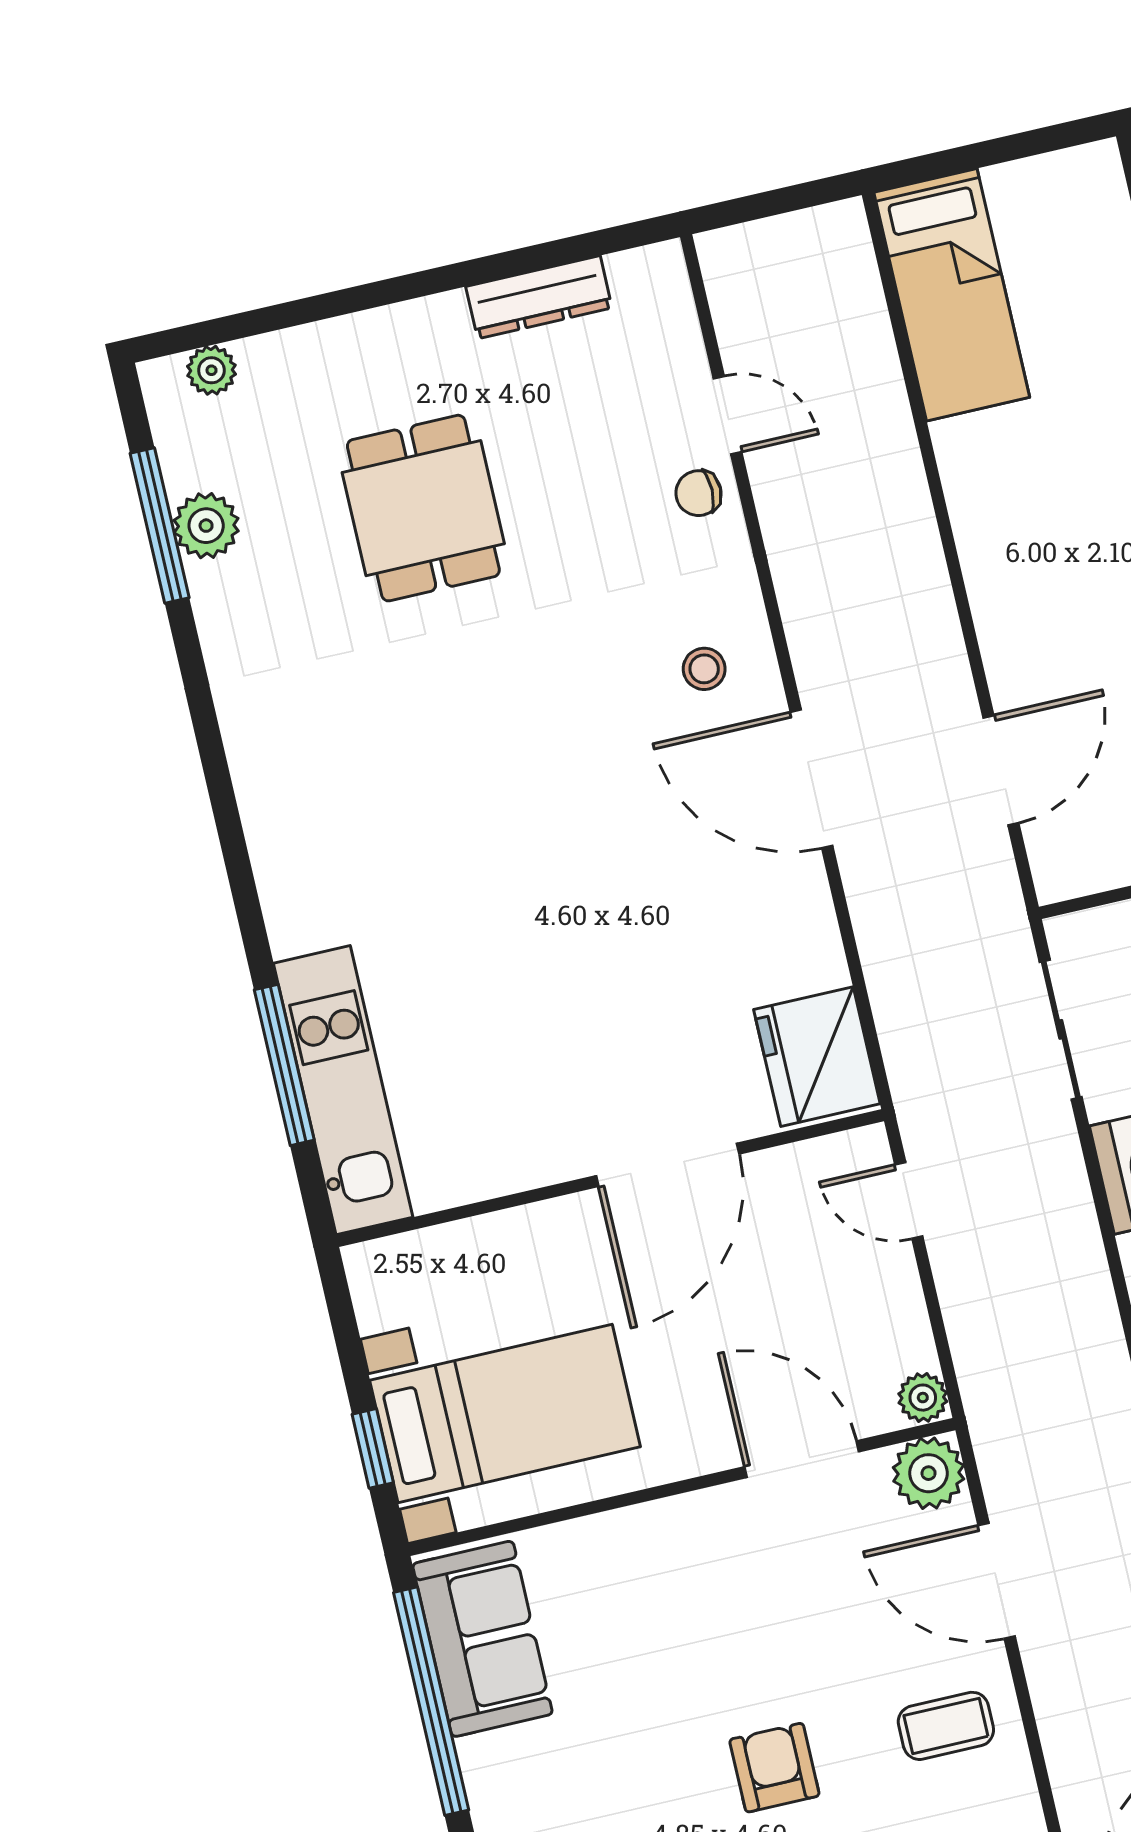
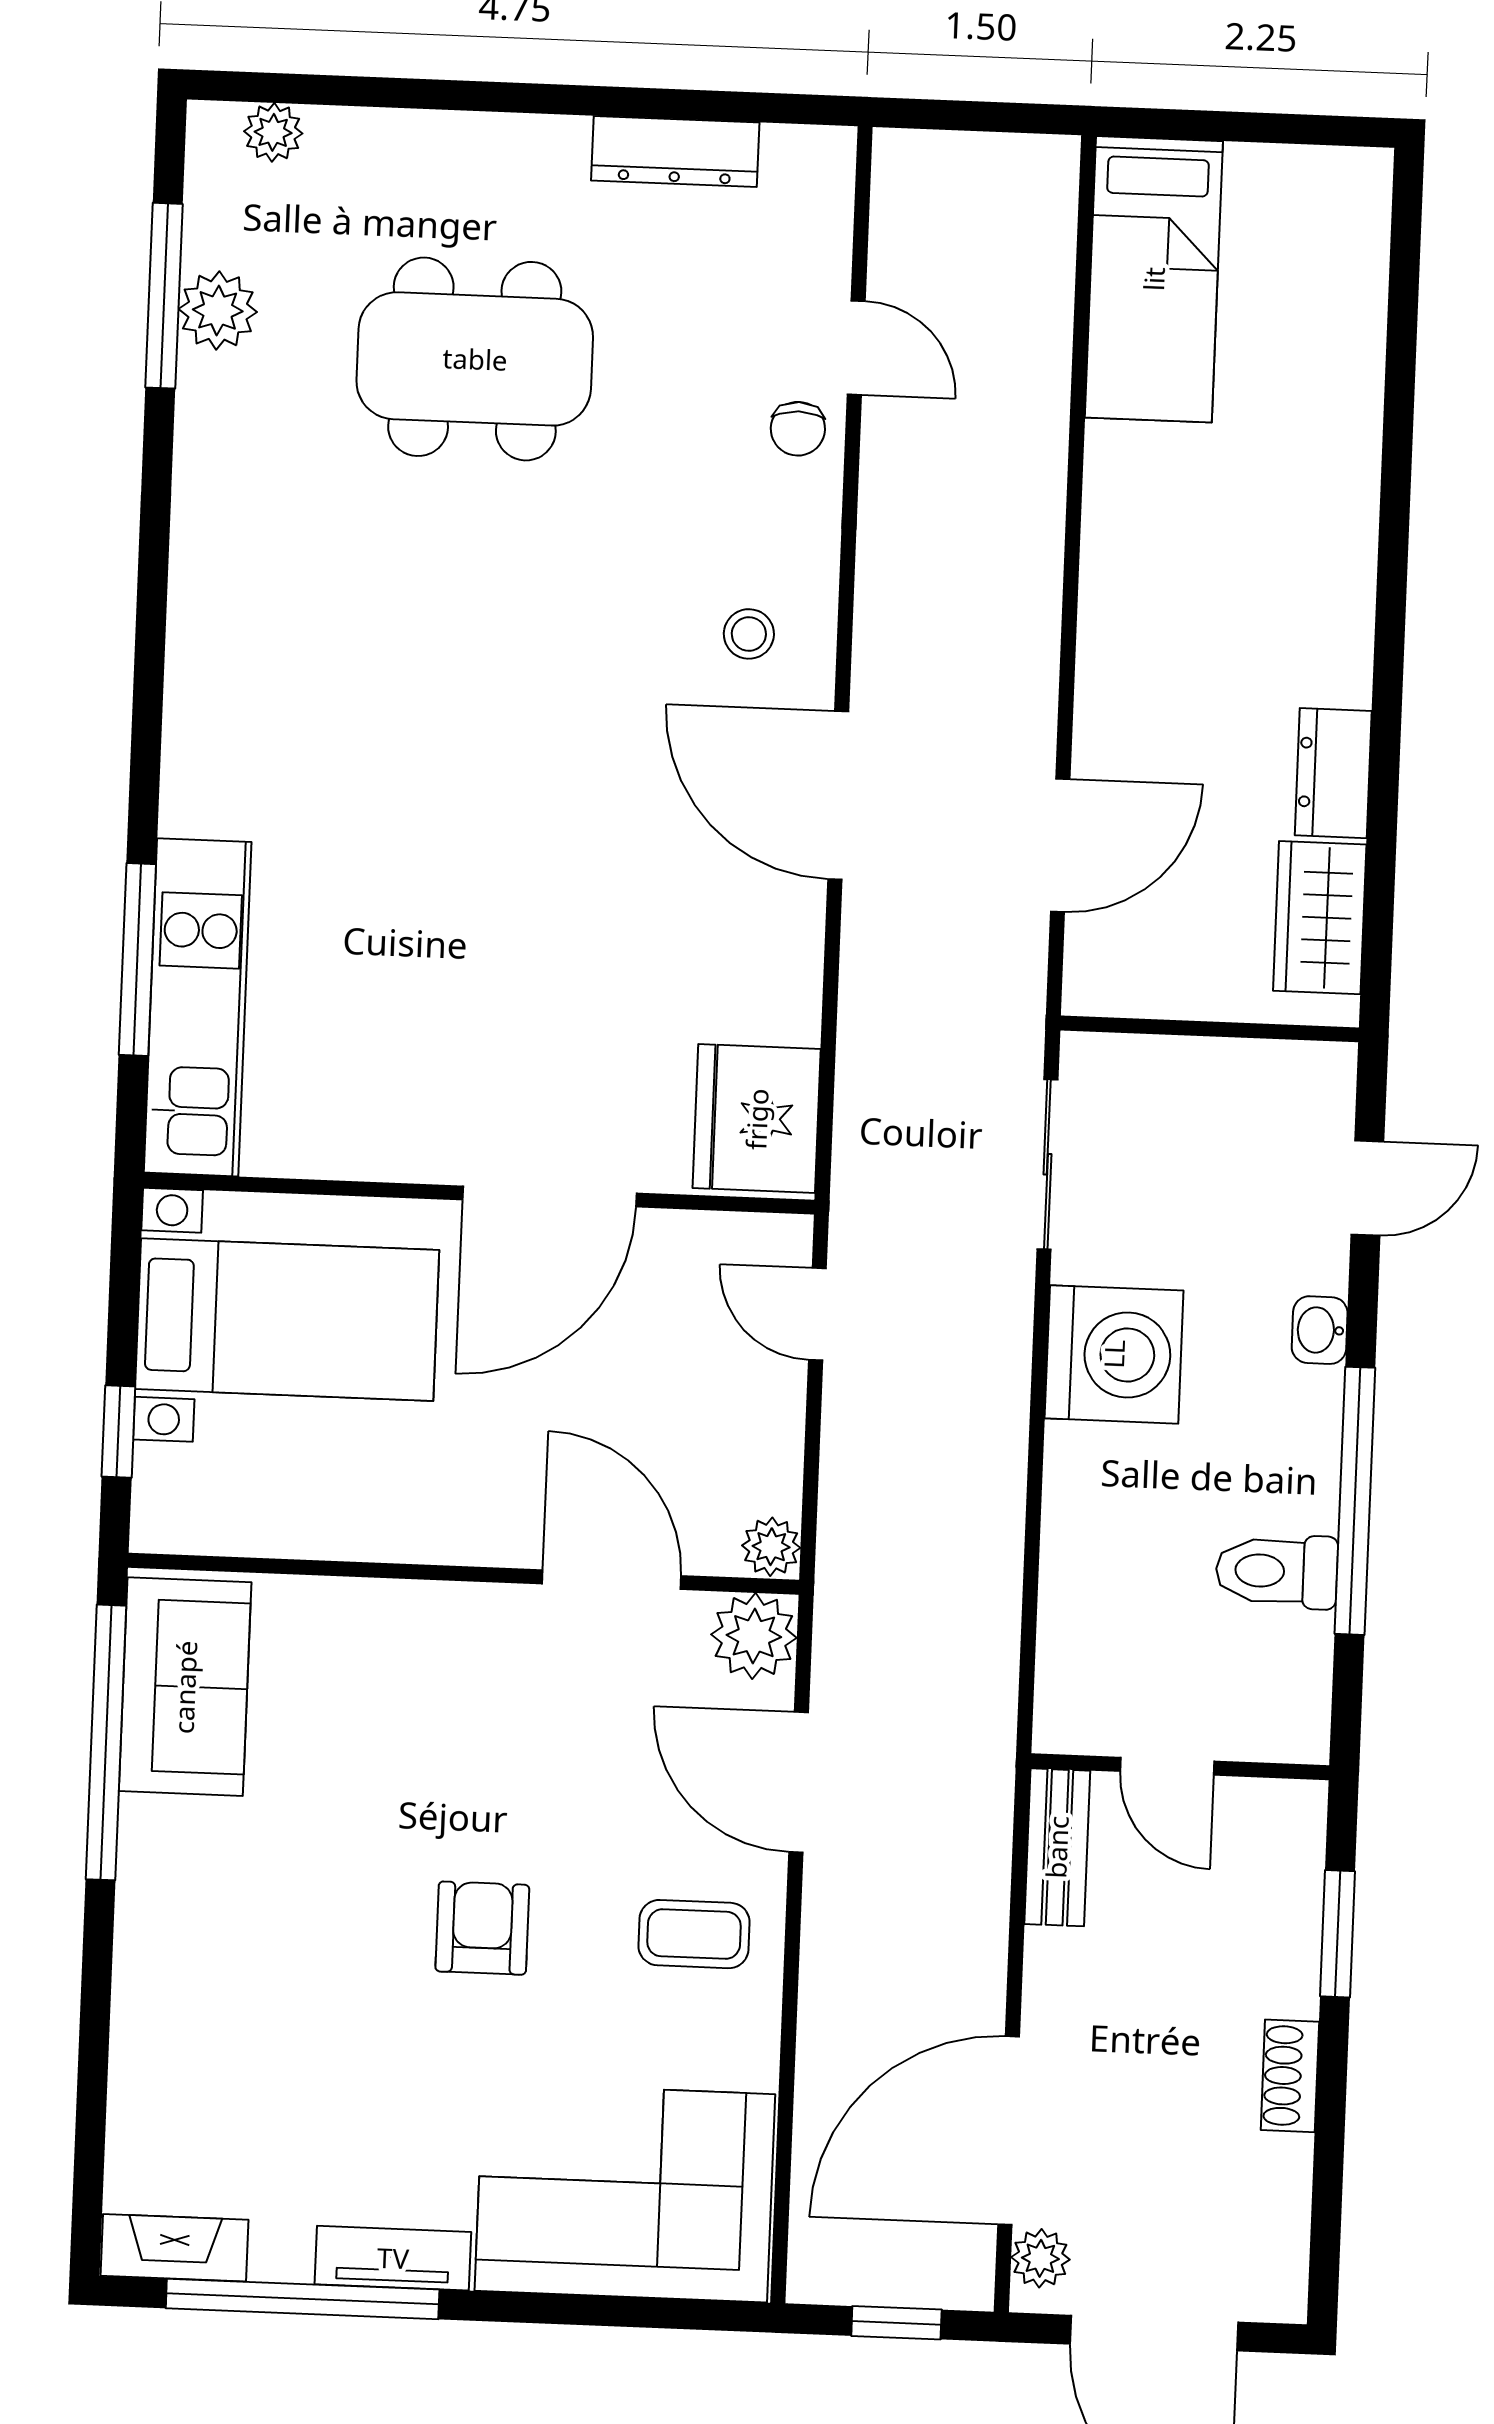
chair: (698, 493) -> (798, 429), turned -90
dining table: (423, 508) -> (475, 359), width x1.38
bed with nightstands: (505, 1414) -> (287, 1320), moved

